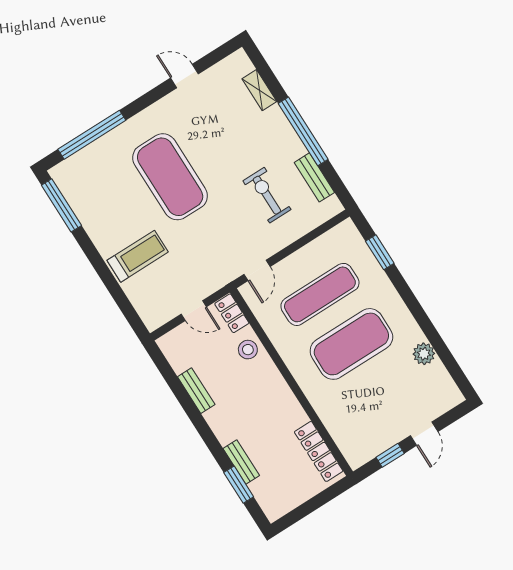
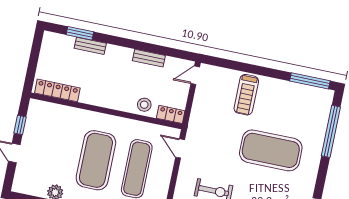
door: (194, 311) -> (195, 75), moved

